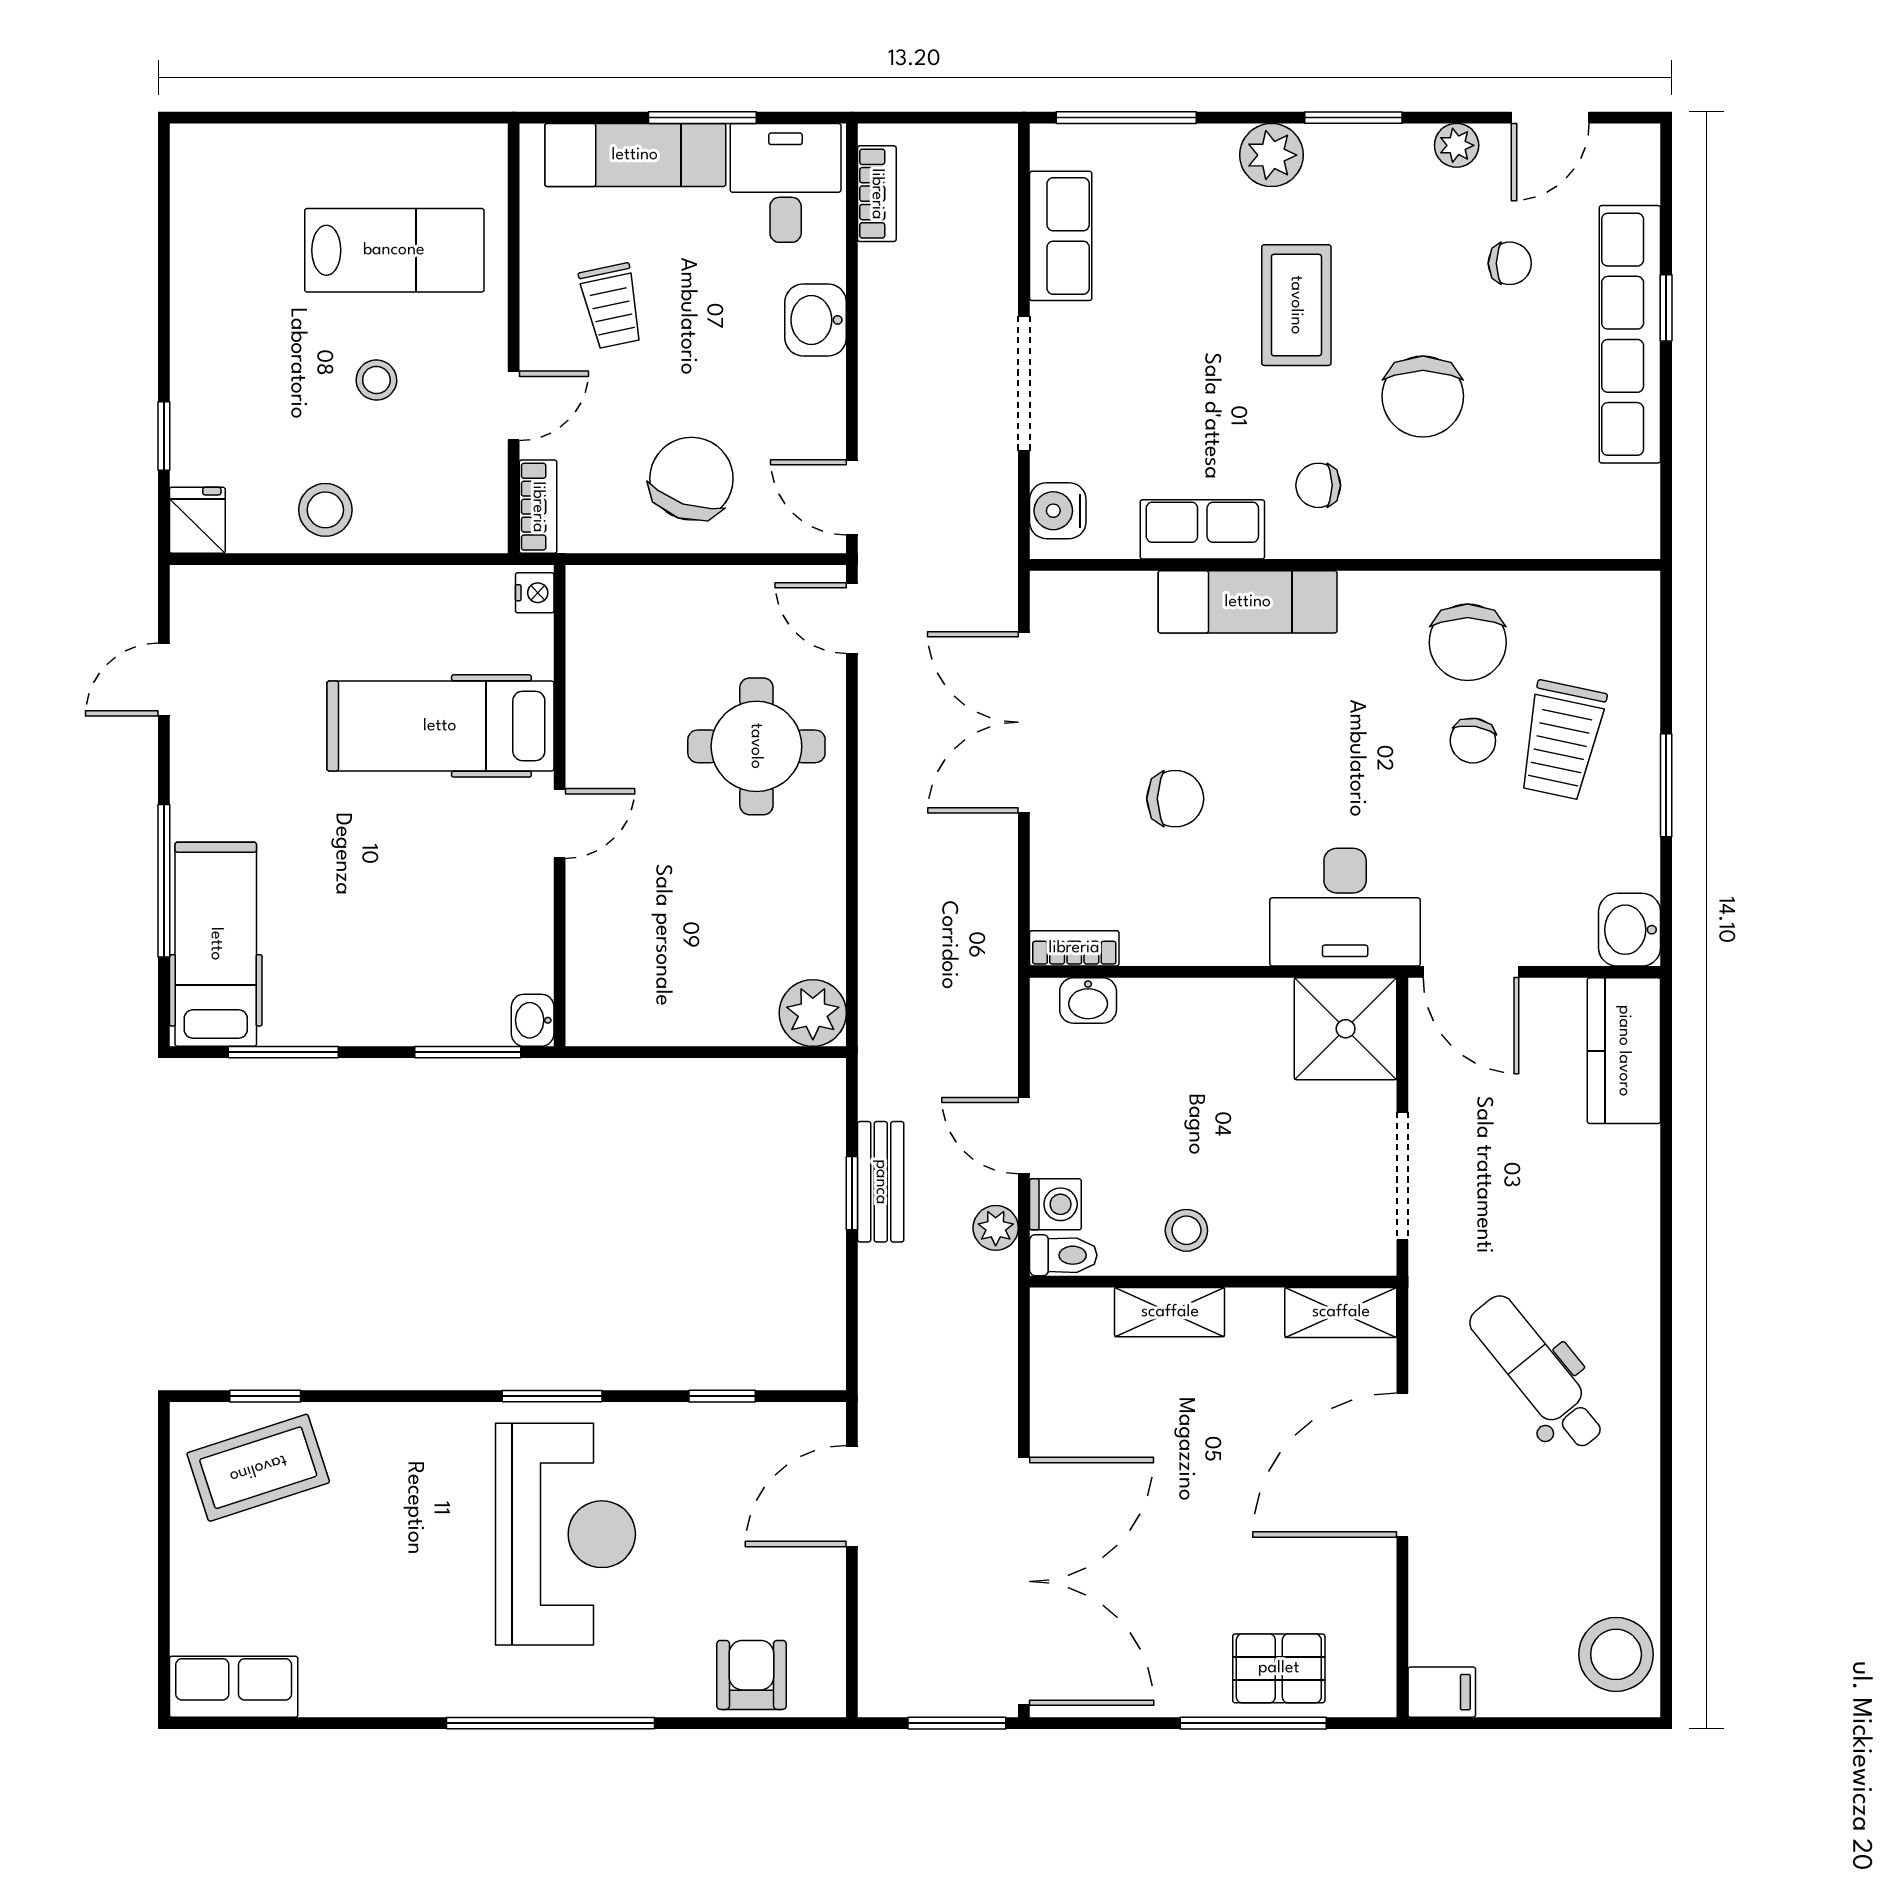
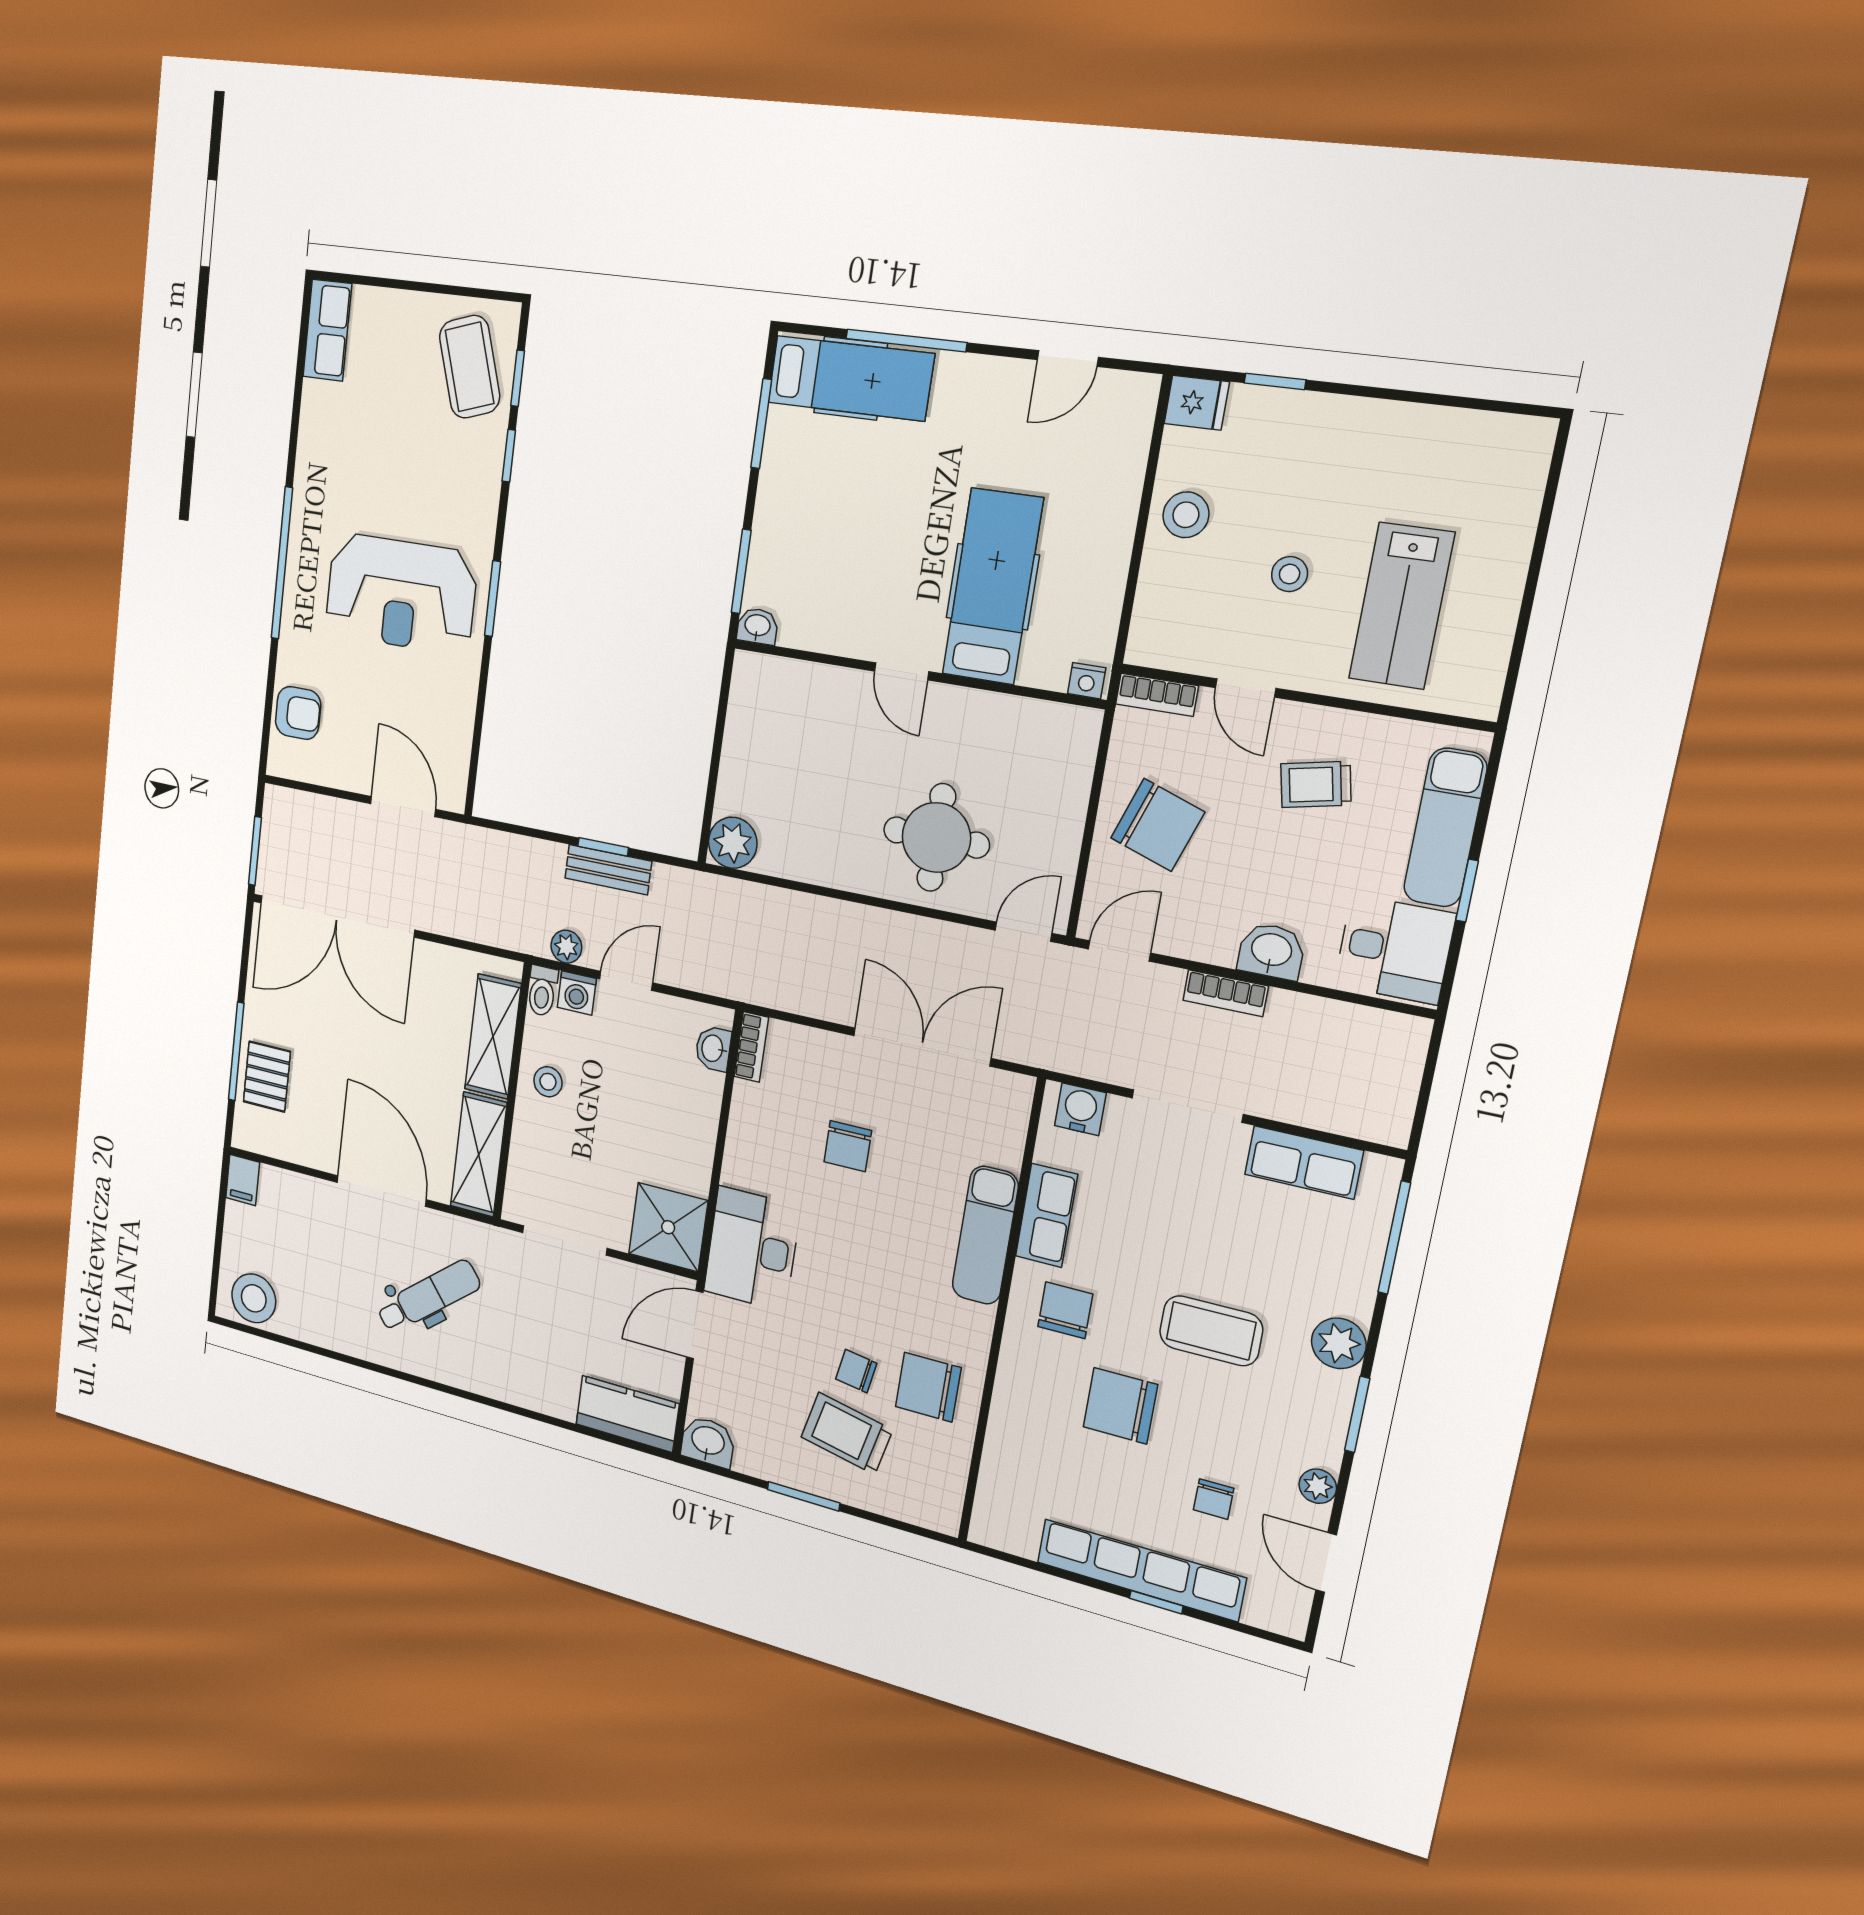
window: (702, 118) -> (1467, 891), width x0.67
bookcase: (877, 194) -> (1225, 993), moved
chair: (1318, 485) -> (1065, 1310), width x1.37, depth x1.37
door: (164, 680) -> (1068, 358), swing flipped
shelving: (1170, 1312) -> (493, 1036), width x1.50, depth x1.33
shelving: (1341, 1312) -> (479, 1154), width x1.50, depth x1.33
window: (722, 1396) -> (509, 456), moved

